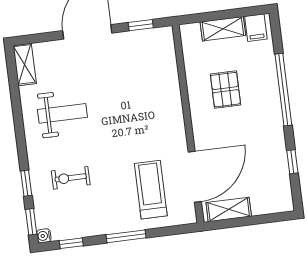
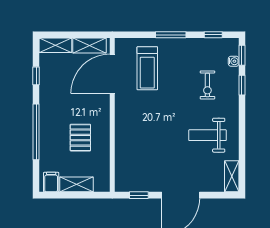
exercise bike: (71, 178) -> (207, 85), turned 90
shelving: (273, 204) -> (55, 45), added
water cooler: (44, 236) -> (234, 61), moved

